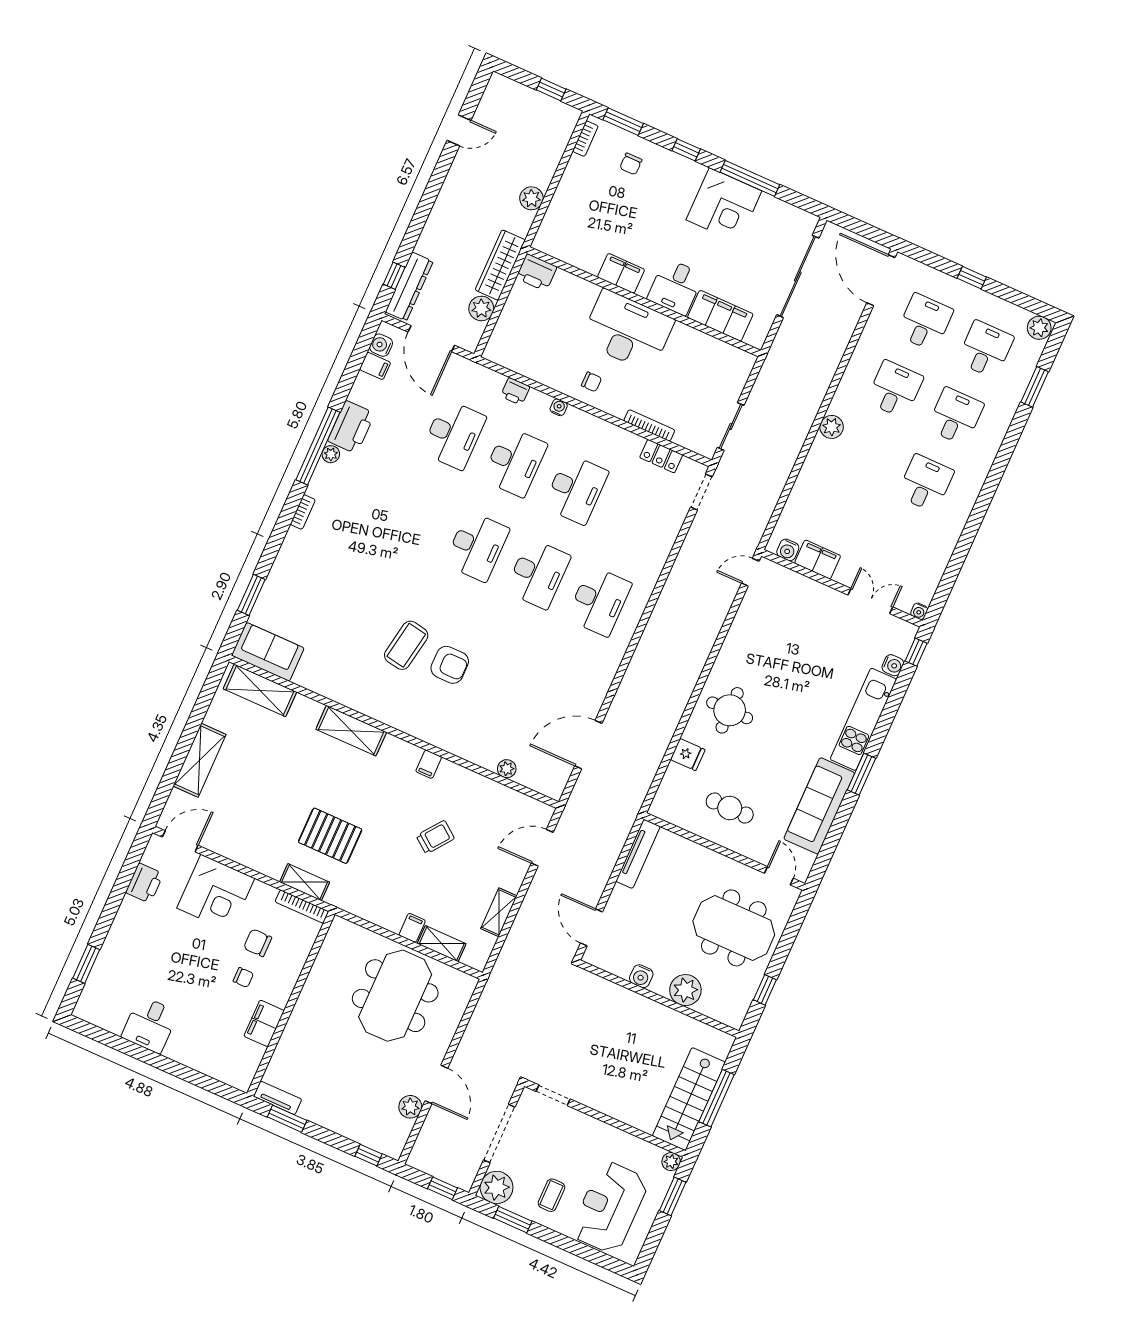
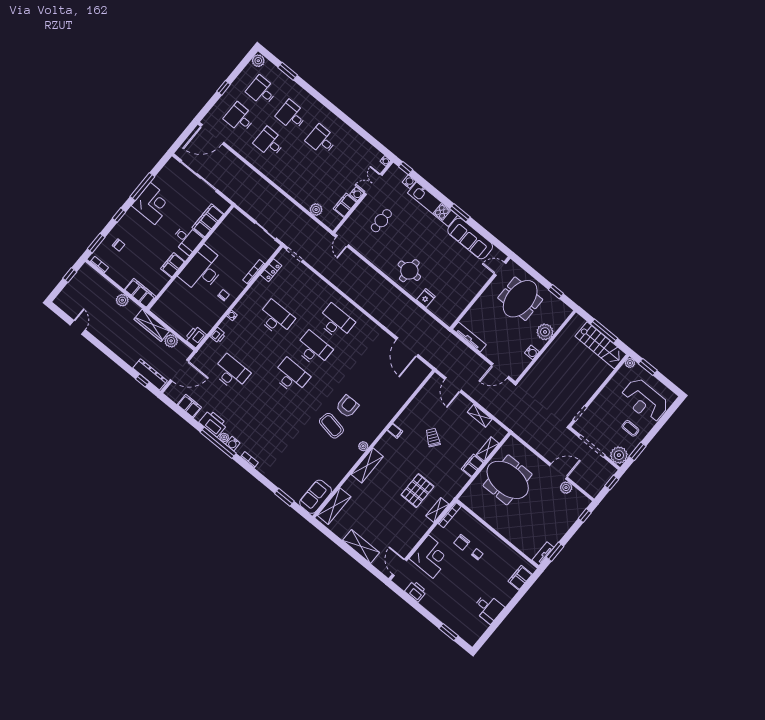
filing cabinet: (554, 228) -> (140, 293), added
printer: (536, 272) -> (196, 337), moved, turned 180
water cooler: (381, 345) -> (233, 444), moved
filing cabinet: (375, 366) -> (189, 406), width x2.00
plant: (832, 427) -> (316, 210), moved
desk: (515, 462) -> (253, 345), removed
water cooler: (788, 550) -> (357, 194), moved
plant: (507, 769) -> (363, 446), moved
cafe table: (730, 808) -> (381, 221), moved
filing cabinet: (412, 928) -> (472, 466), width x2.00
filing cabinet: (264, 1023) -> (520, 578), moved, turned 90

